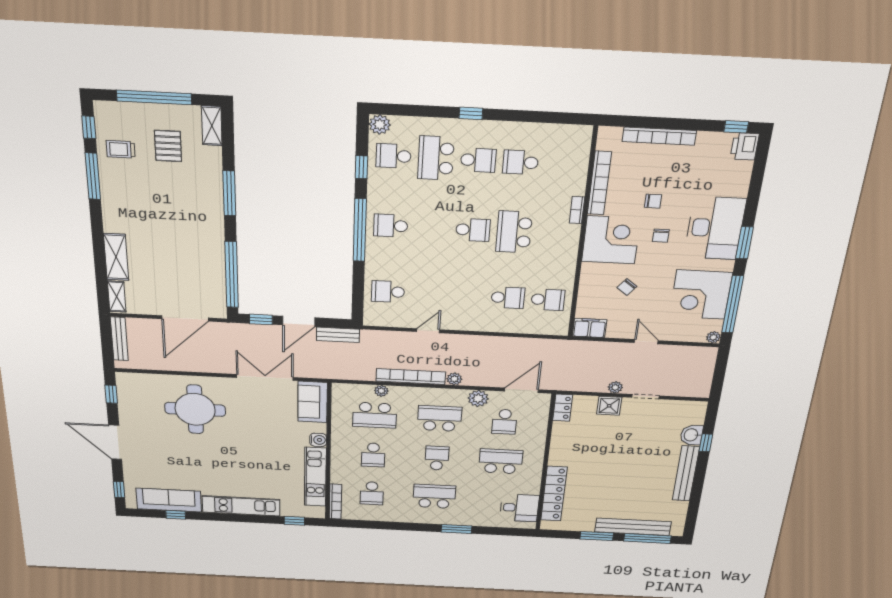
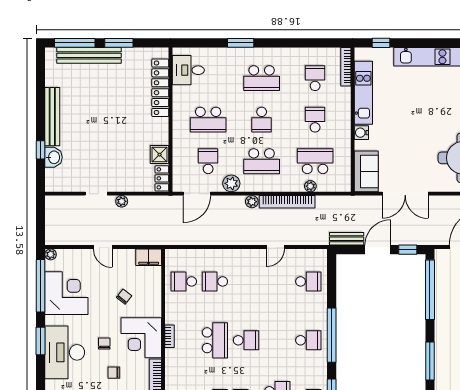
bookcase: (577, 210) -> (169, 336), moved
school desk: (473, 230) -> (246, 340), turned 180
shower: (609, 406) -> (160, 155), moved

